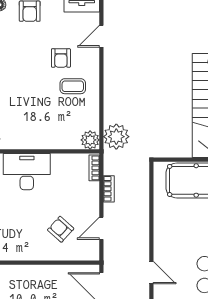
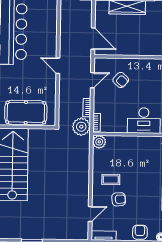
armchair: (61, 58) -> (119, 199), turned 84
plant: (116, 137) -> (81, 127), moved
door: (151, 273) -> (58, 66), moved

